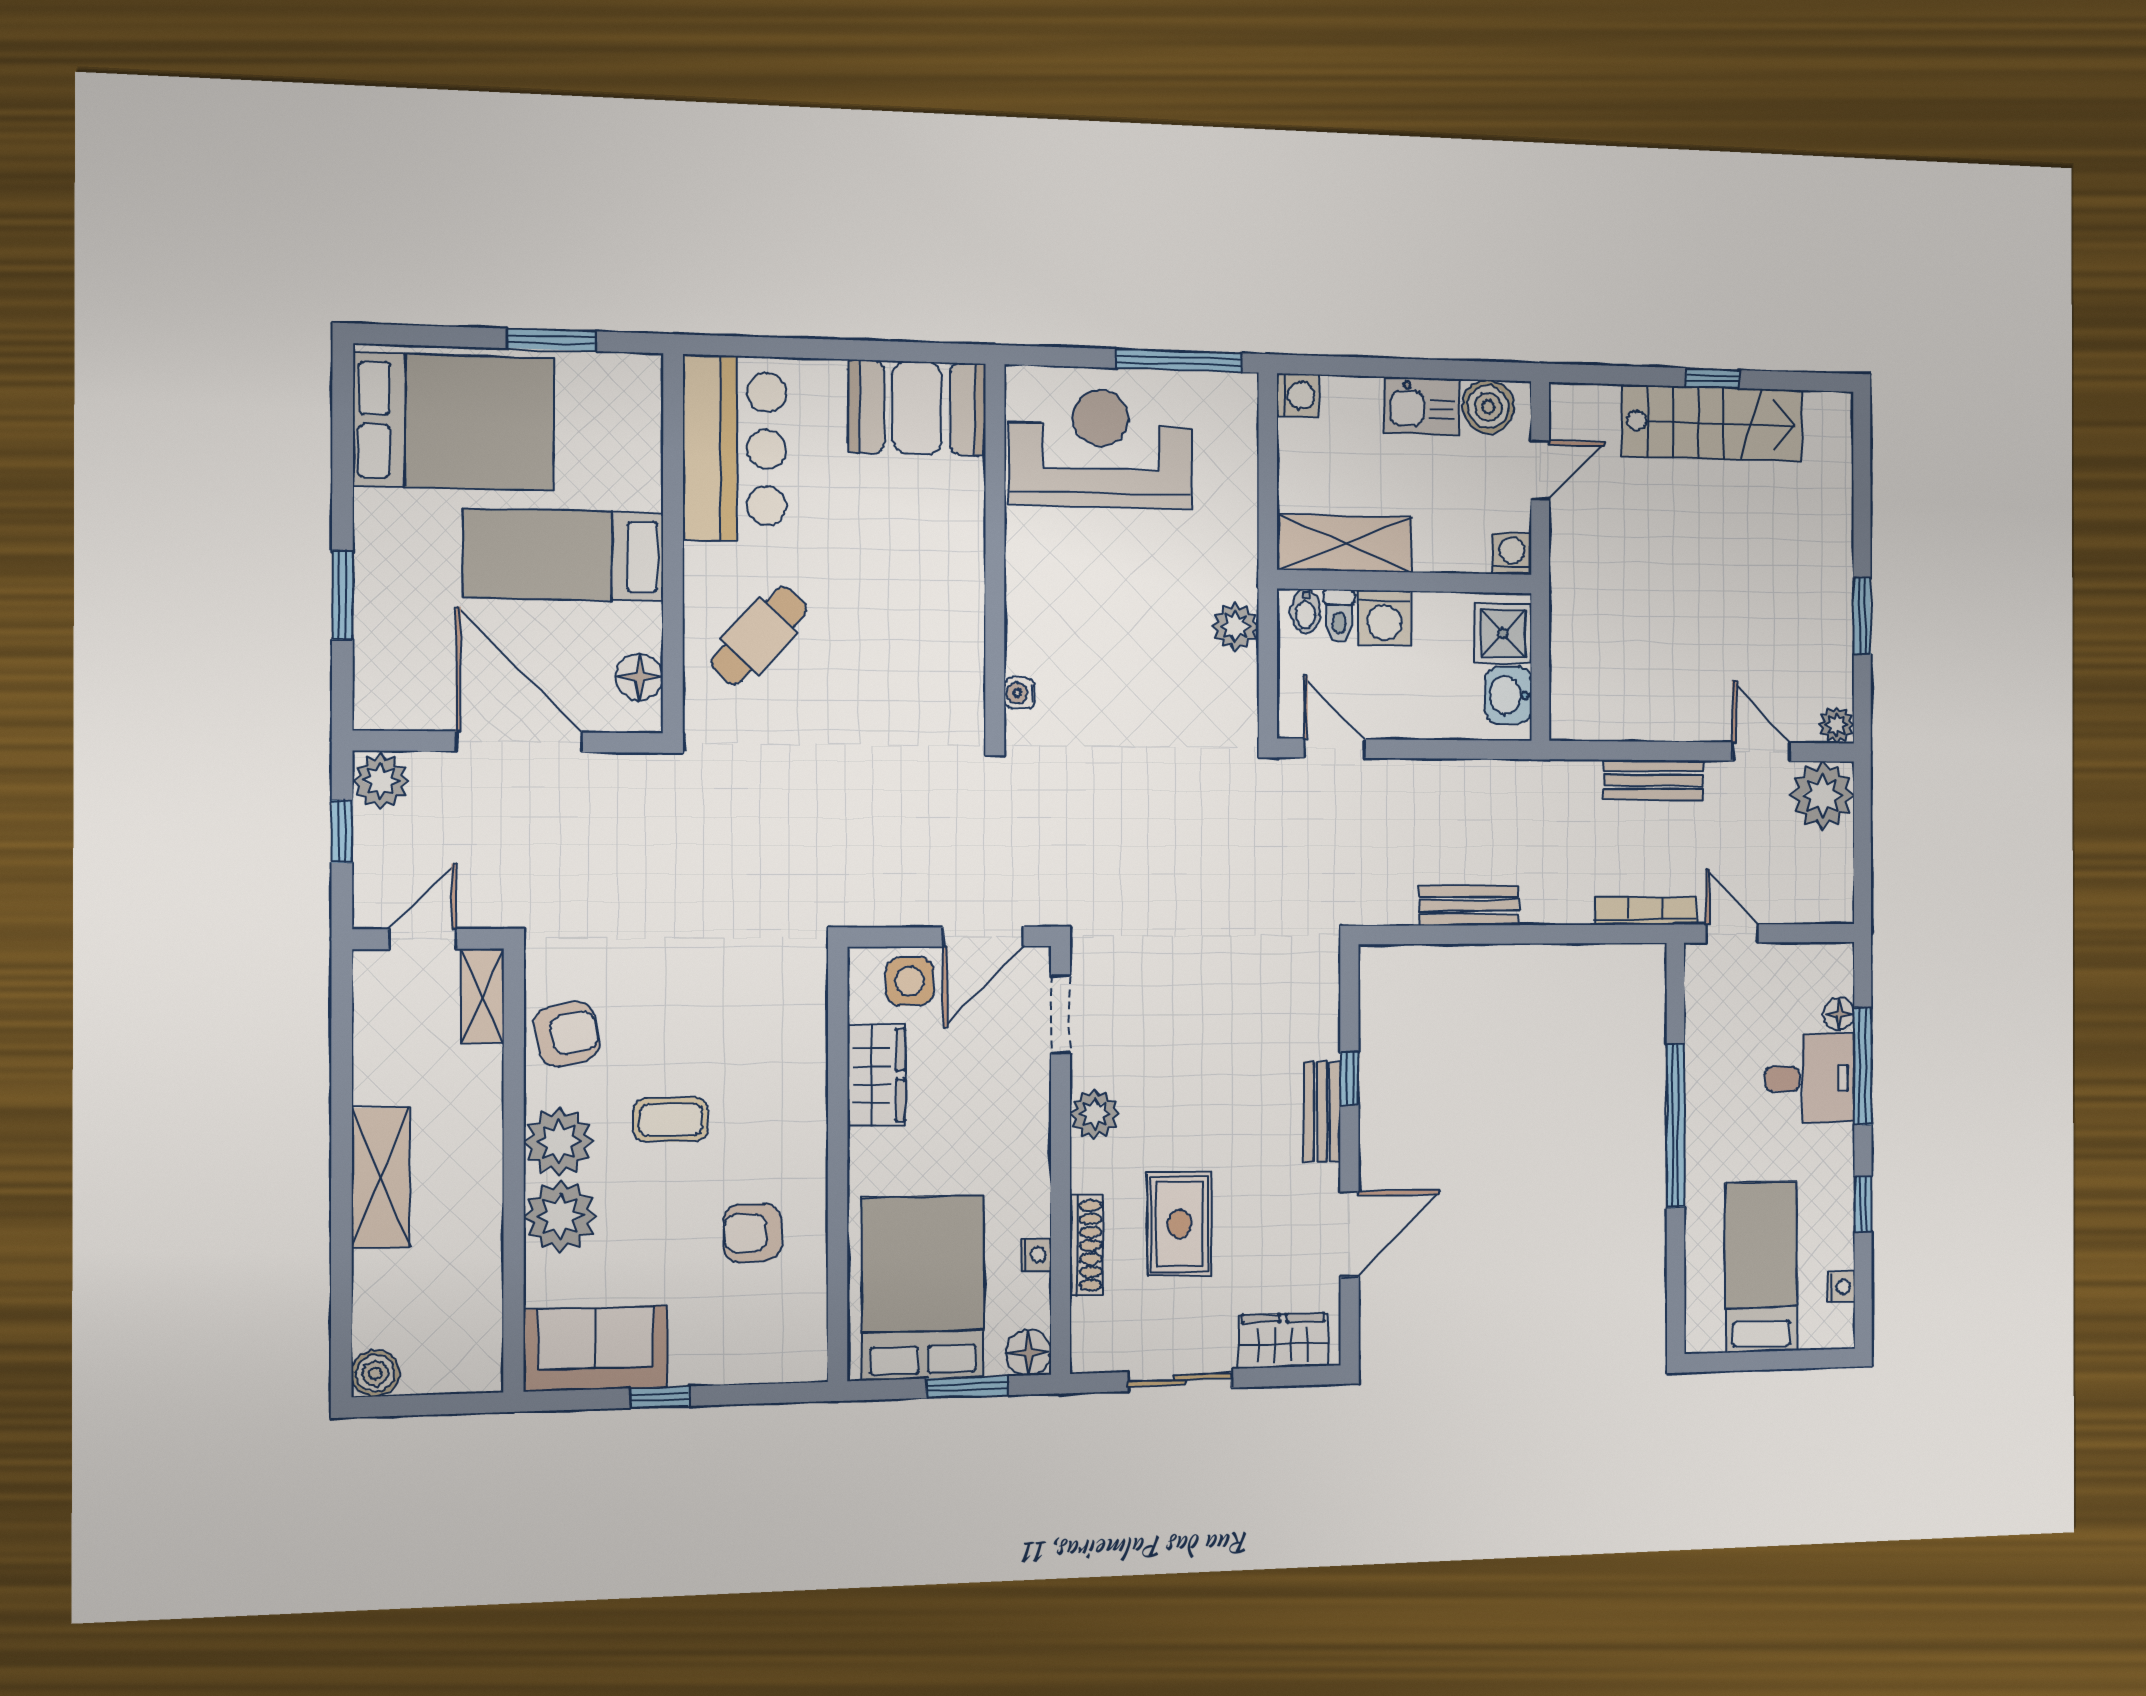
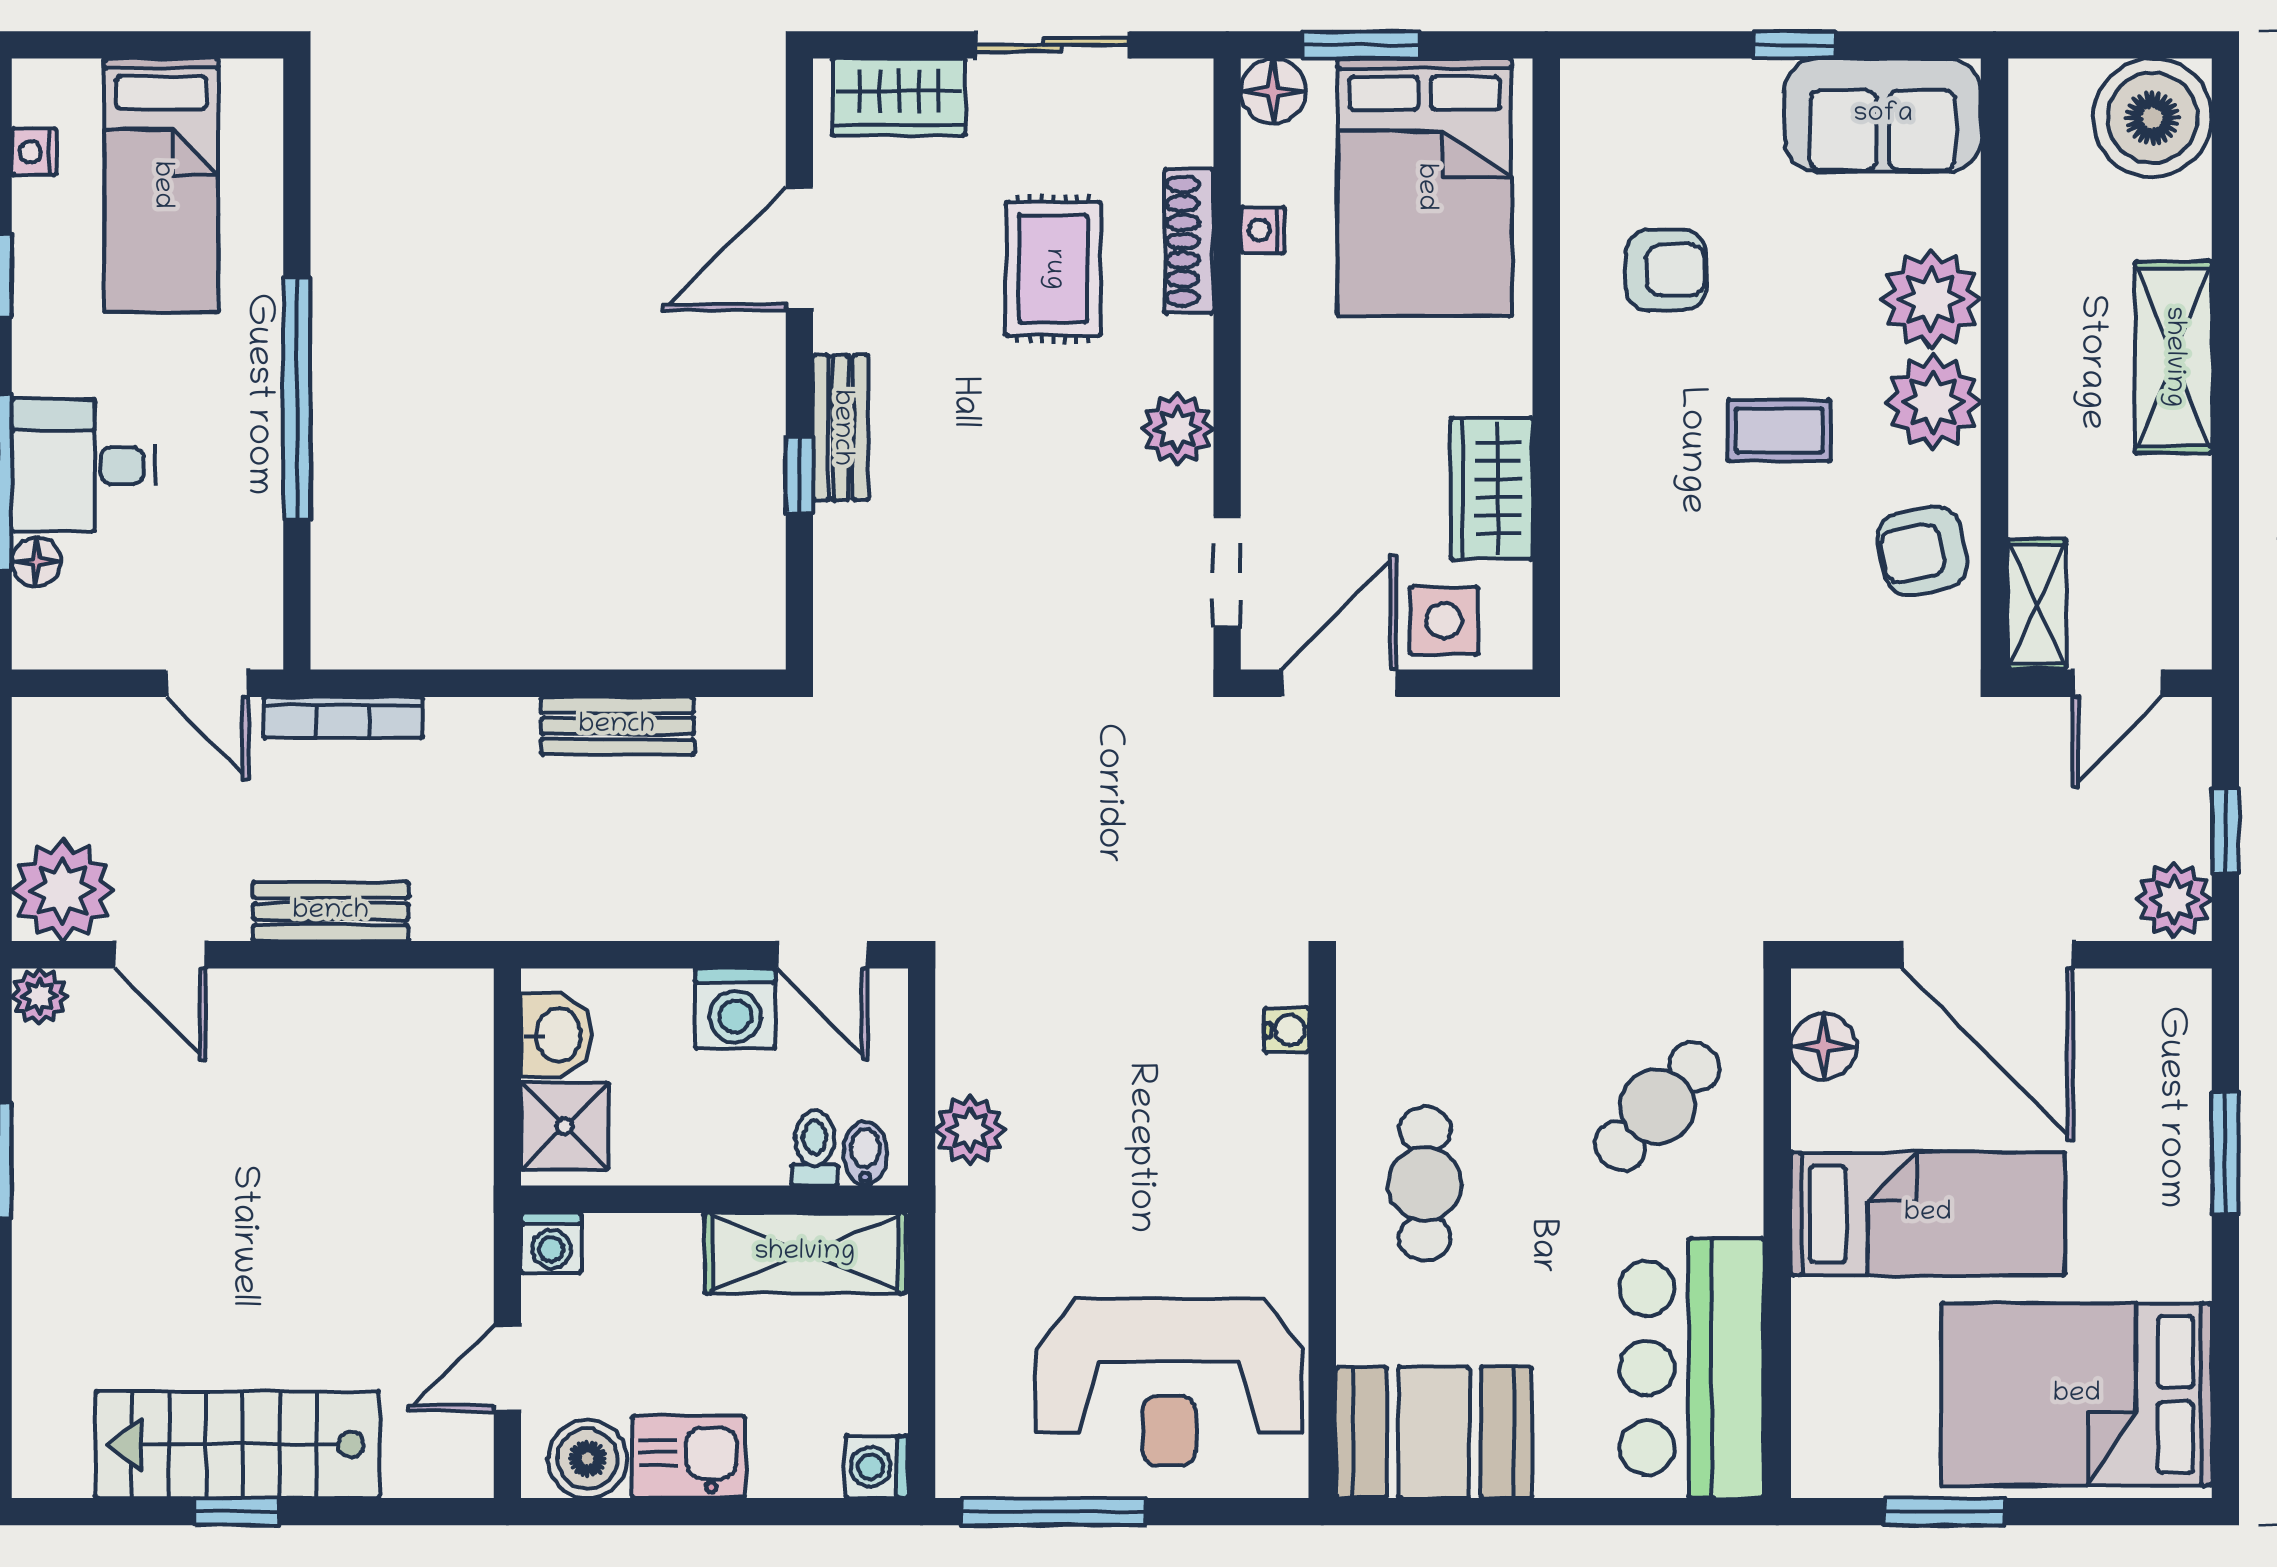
cafe table: (923, 583) -> (1425, 1184), added
washing machine: (1384, 618) -> (735, 1008), moved, turned 180
boiler: (375, 1373) -> (2152, 118), width x1.86, depth x1.86

